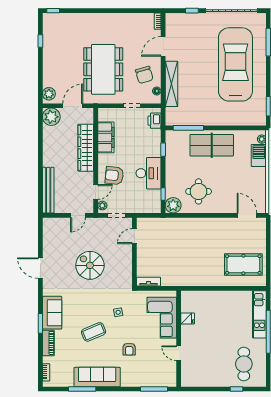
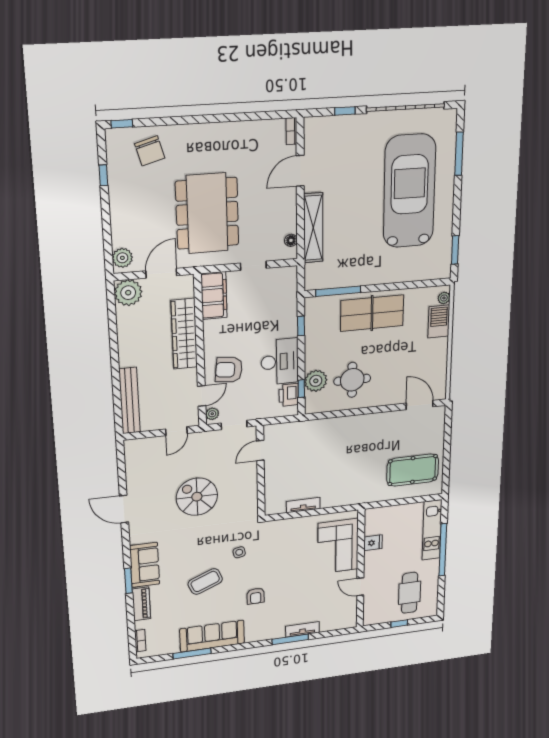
chair: (144, 75) -> (150, 151), moved
printer: (154, 121) -> (289, 395), moved
filing cabinet: (106, 137) -> (214, 295), moved
plant: (173, 205) -> (316, 381), moved
tv unit: (148, 282) -> (303, 505), moved
corner sofa: (162, 318) -> (338, 546), moved
fridge: (188, 318) -> (373, 543), moved
wall: (179, 339) -> (361, 569), moved
door: (179, 353) -> (360, 587), moved
tv unit: (163, 382) -> (302, 629), added

